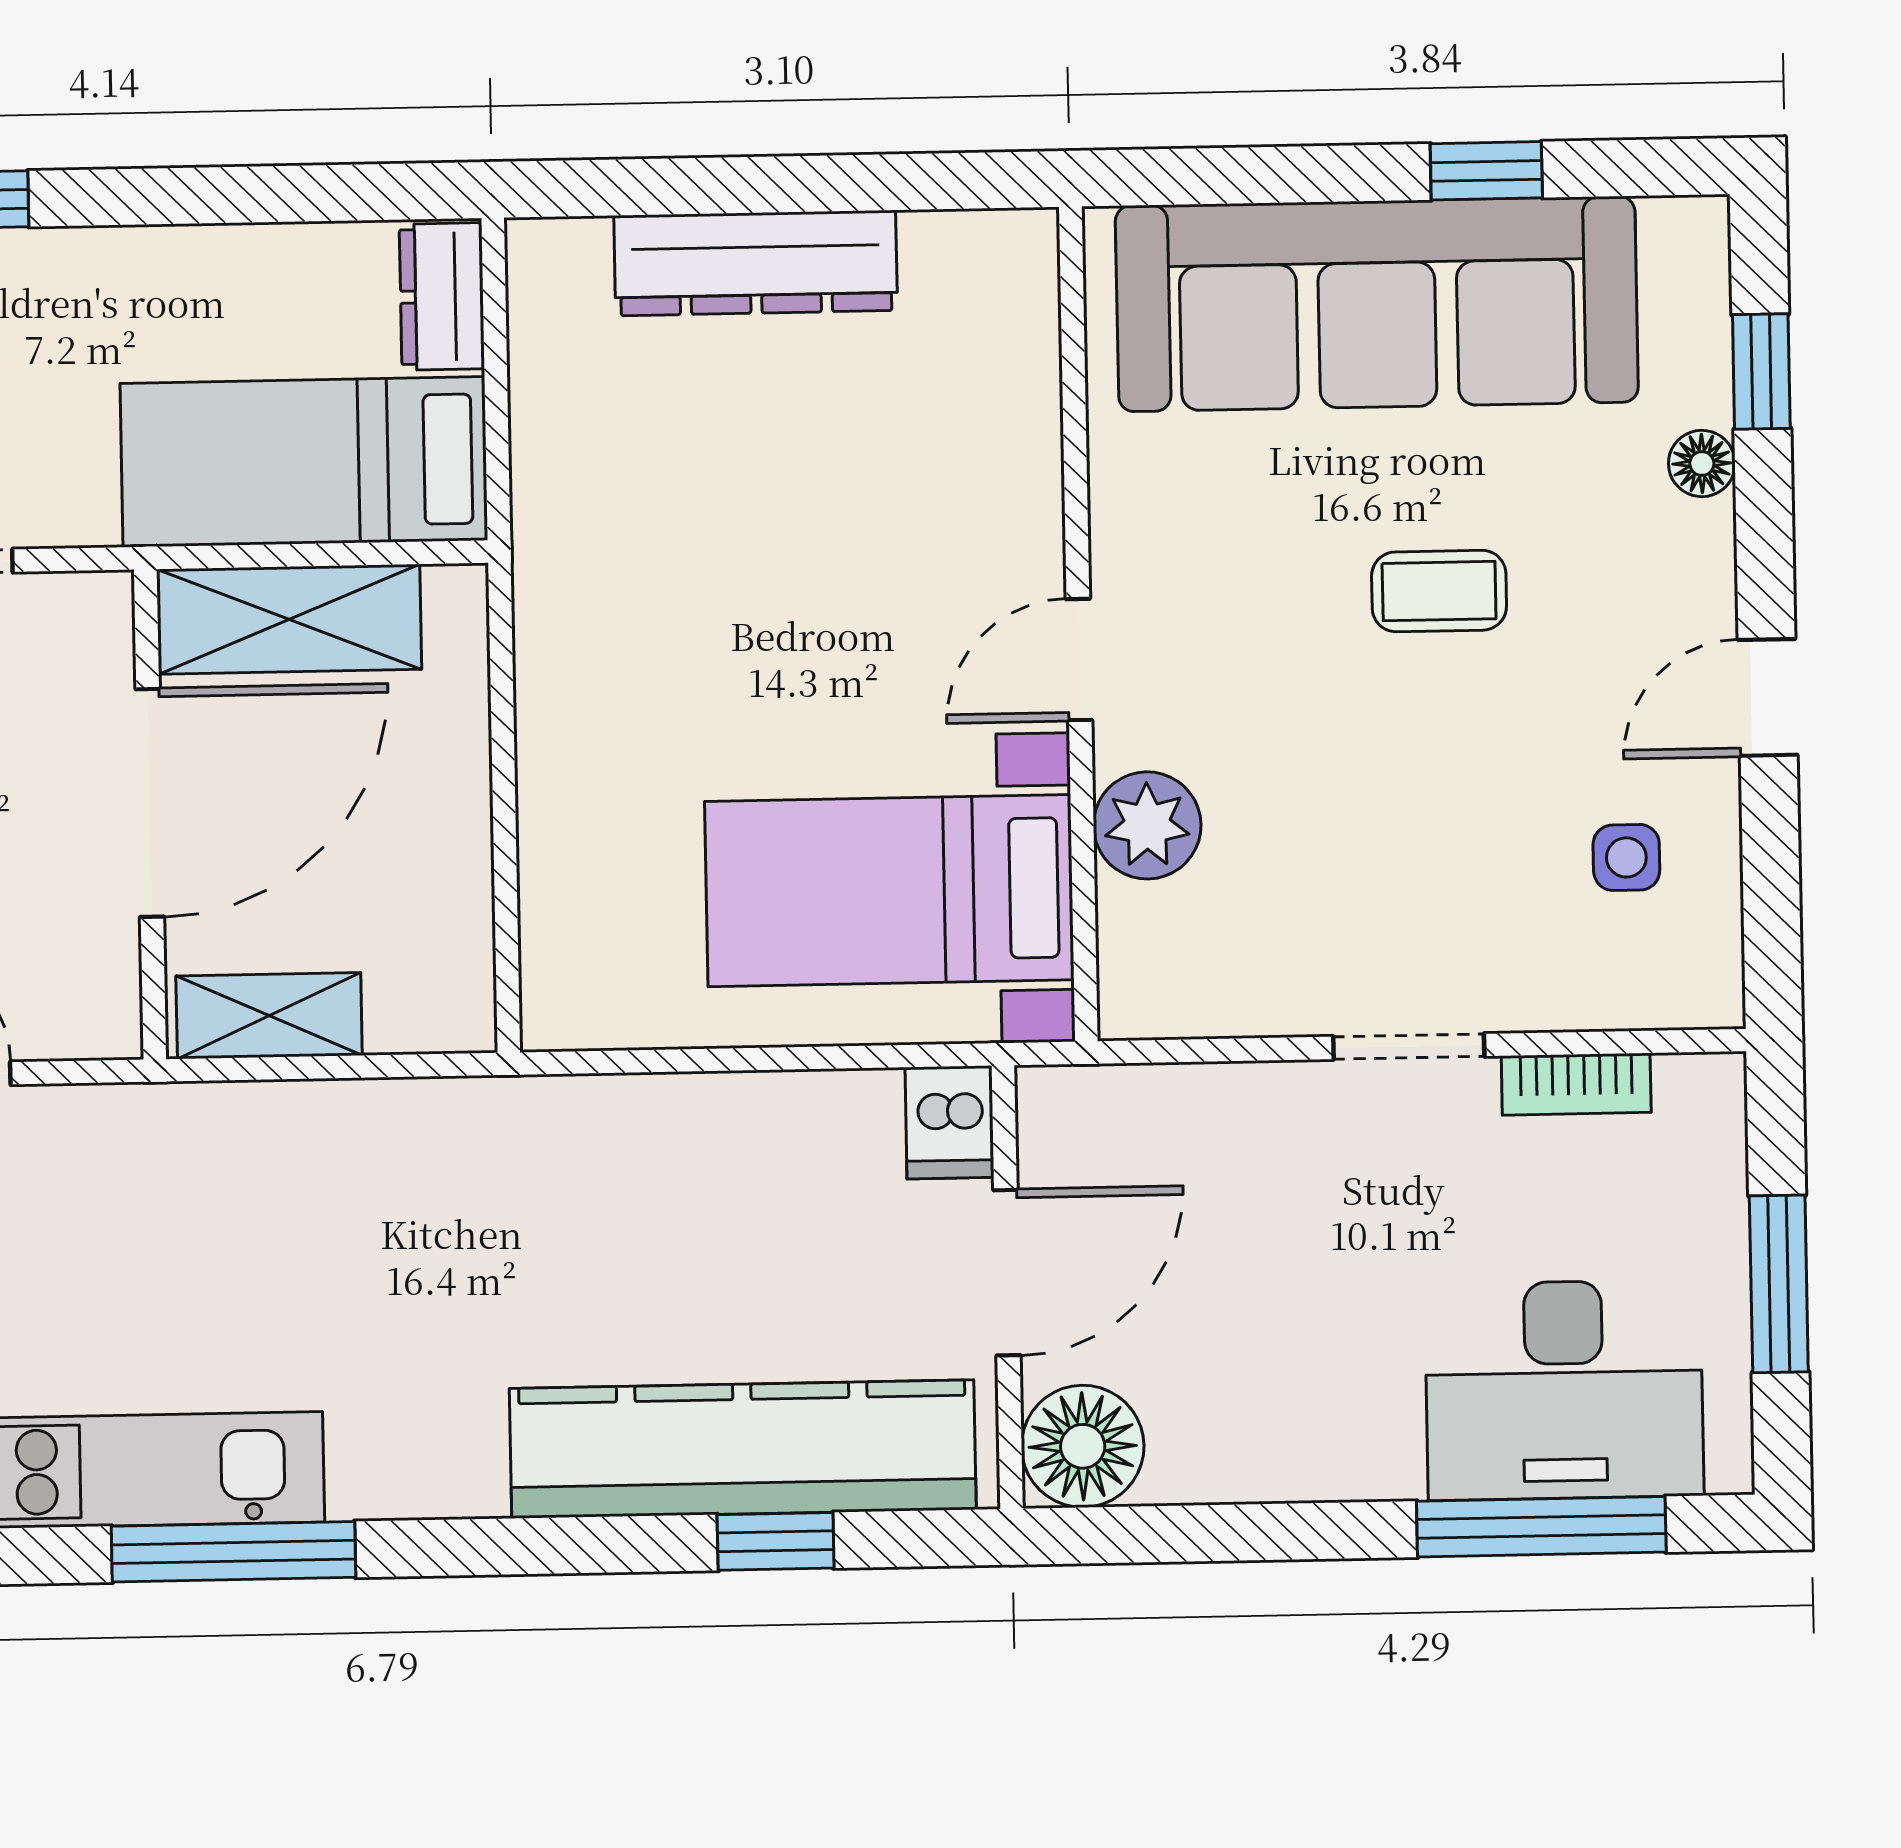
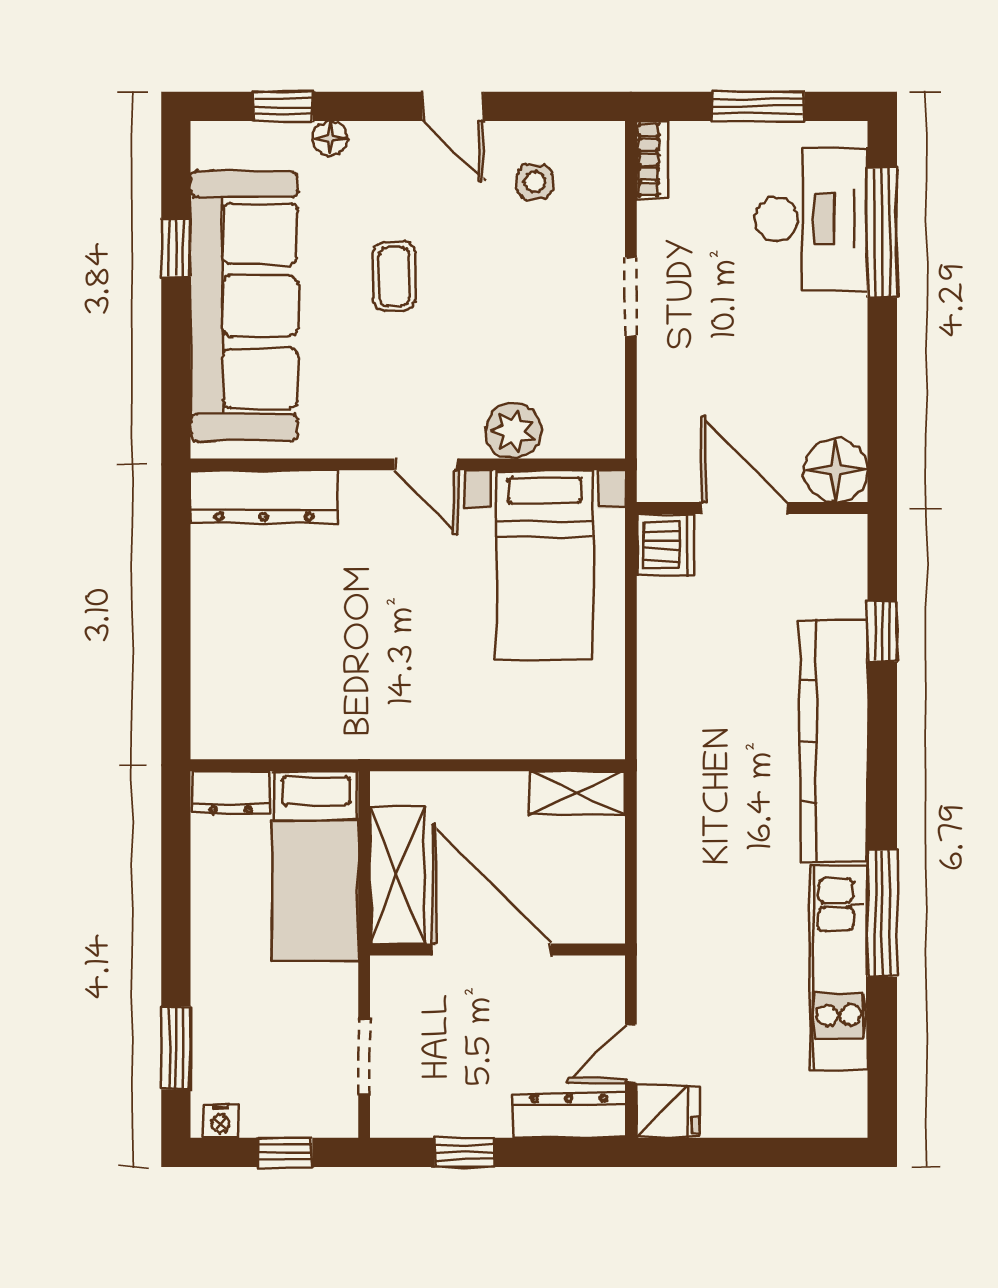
dresser: (756, 263) -> (264, 496), moved, turned 90
shelving: (269, 1016) -> (577, 793), moved, turned 90
bookcase: (1576, 1084) -> (652, 160), moved
dishwasher: (949, 1122) -> (666, 545), width x1.38
kitchen counter: (743, 1449) -> (834, 741), moved

